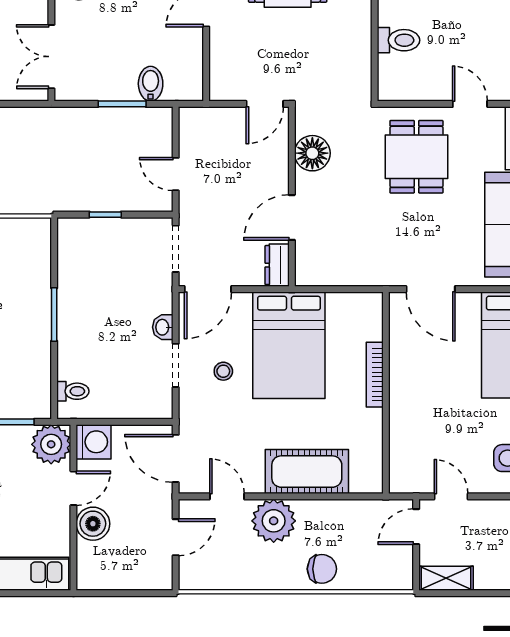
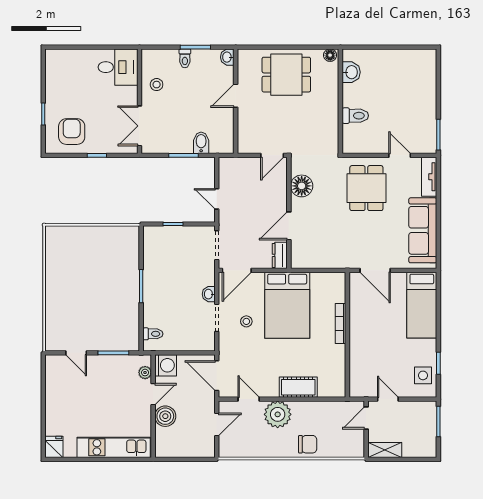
plant: (51, 444) -> (145, 373), width x0.53, depth x0.53
cot: (307, 472) -> (298, 387), width x0.73, depth x0.75

